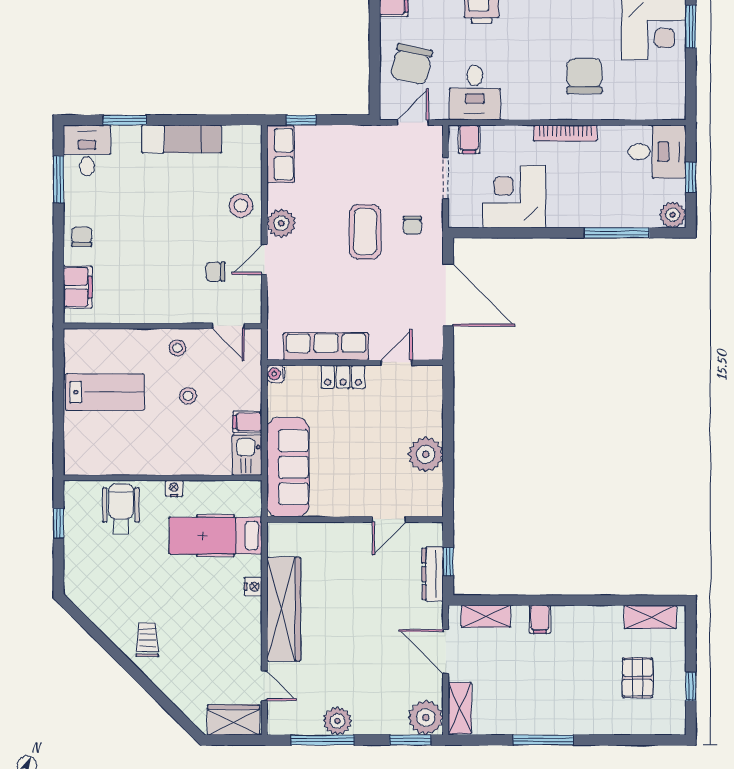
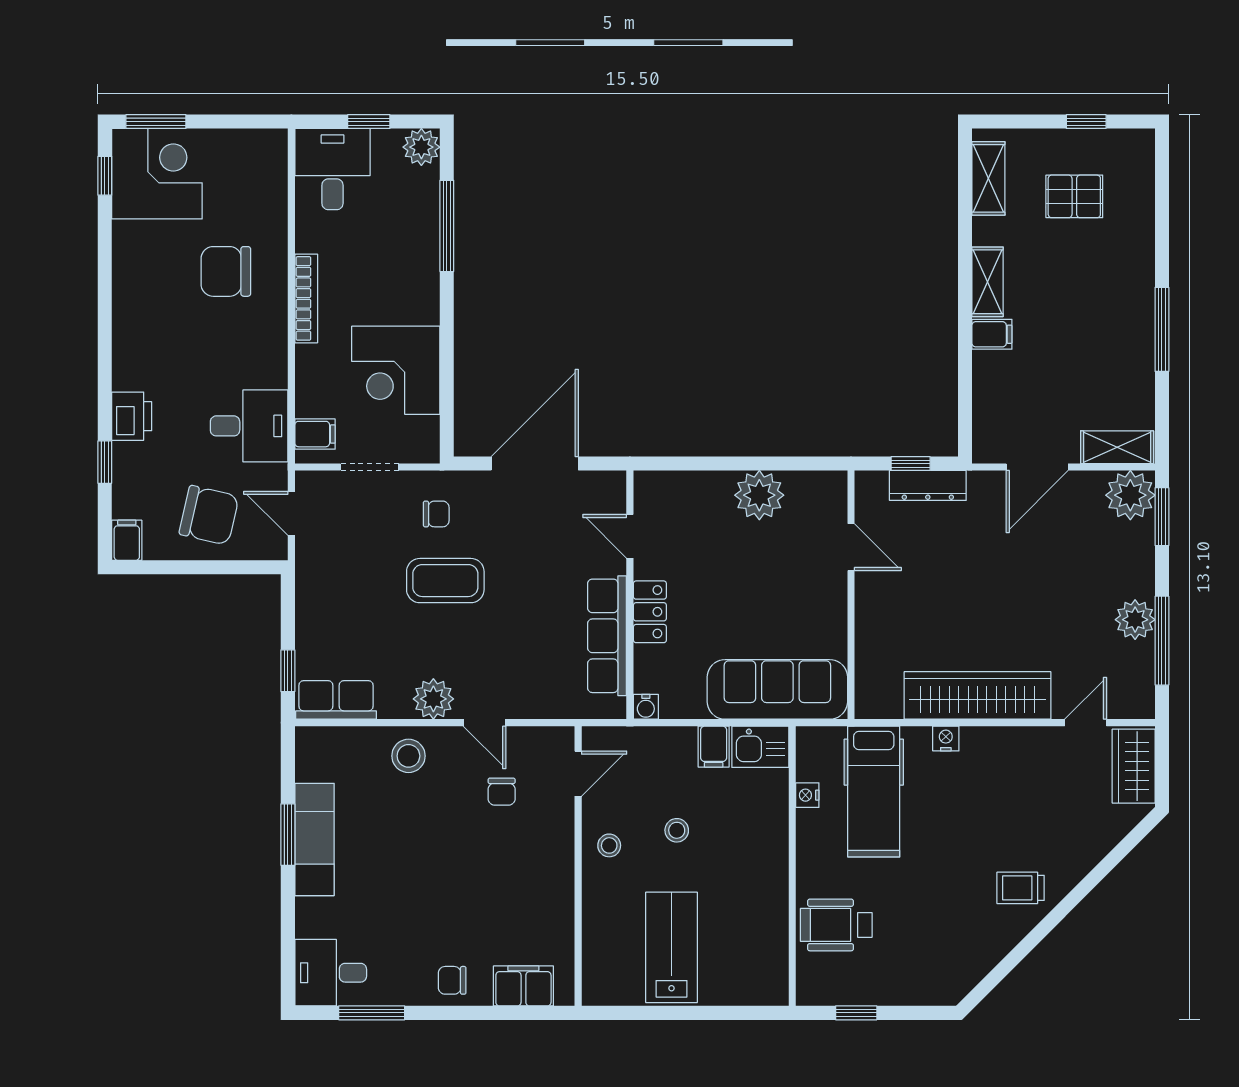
window: (125, 120) -> (288, 835), moved
nightstand: (174, 488) -> (807, 795), moved
shelving: (486, 616) -> (988, 282), moved

